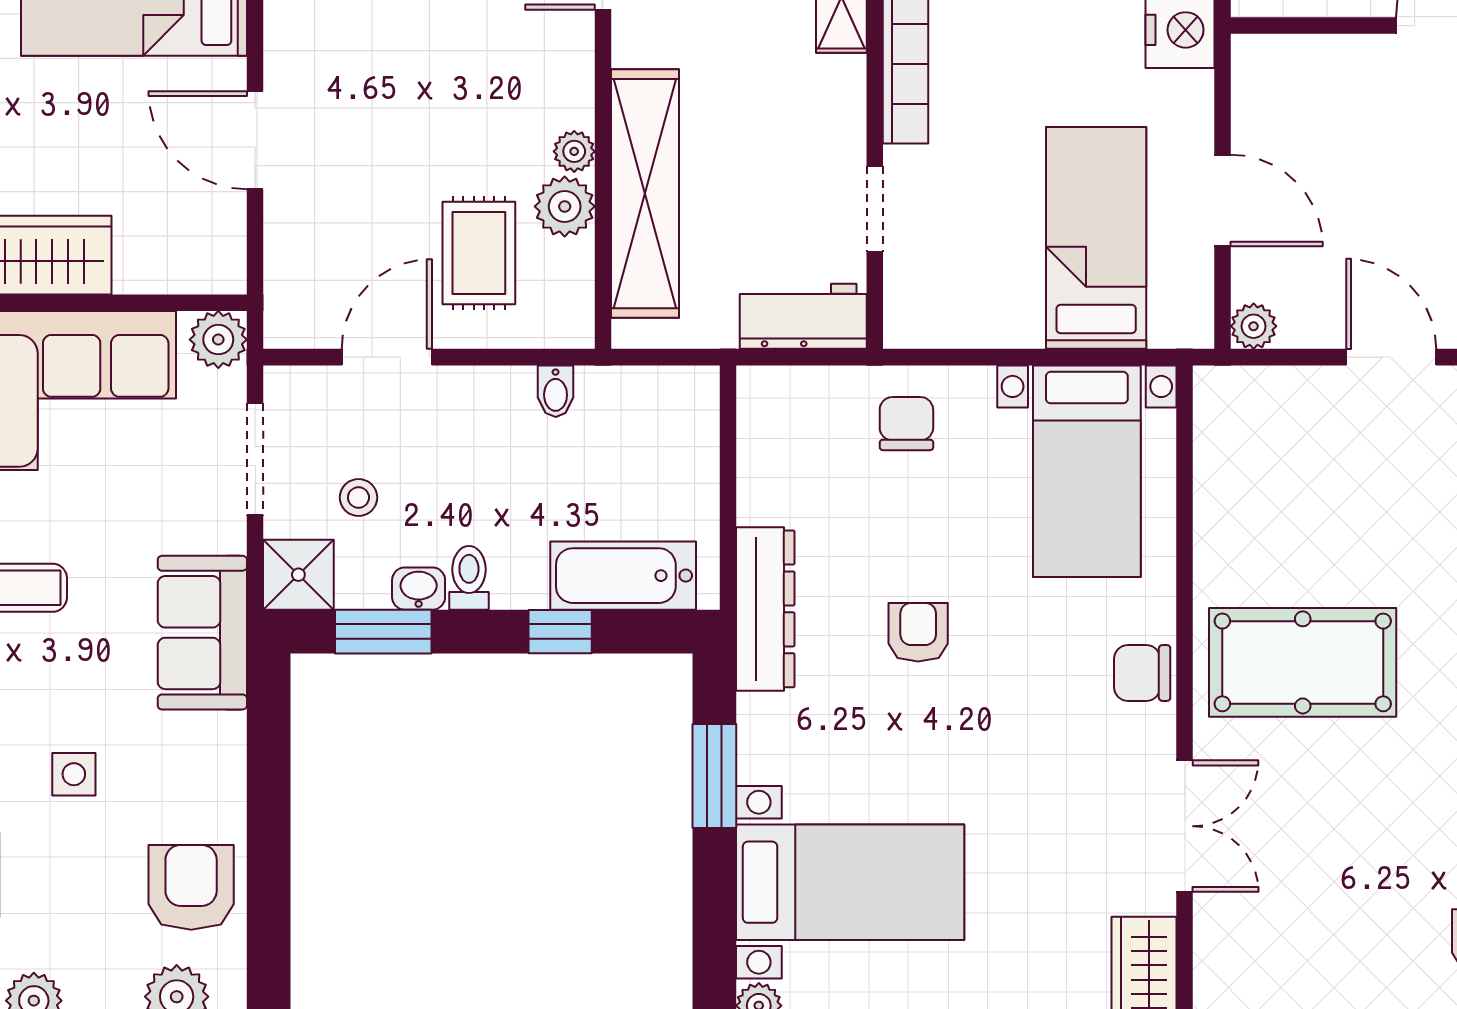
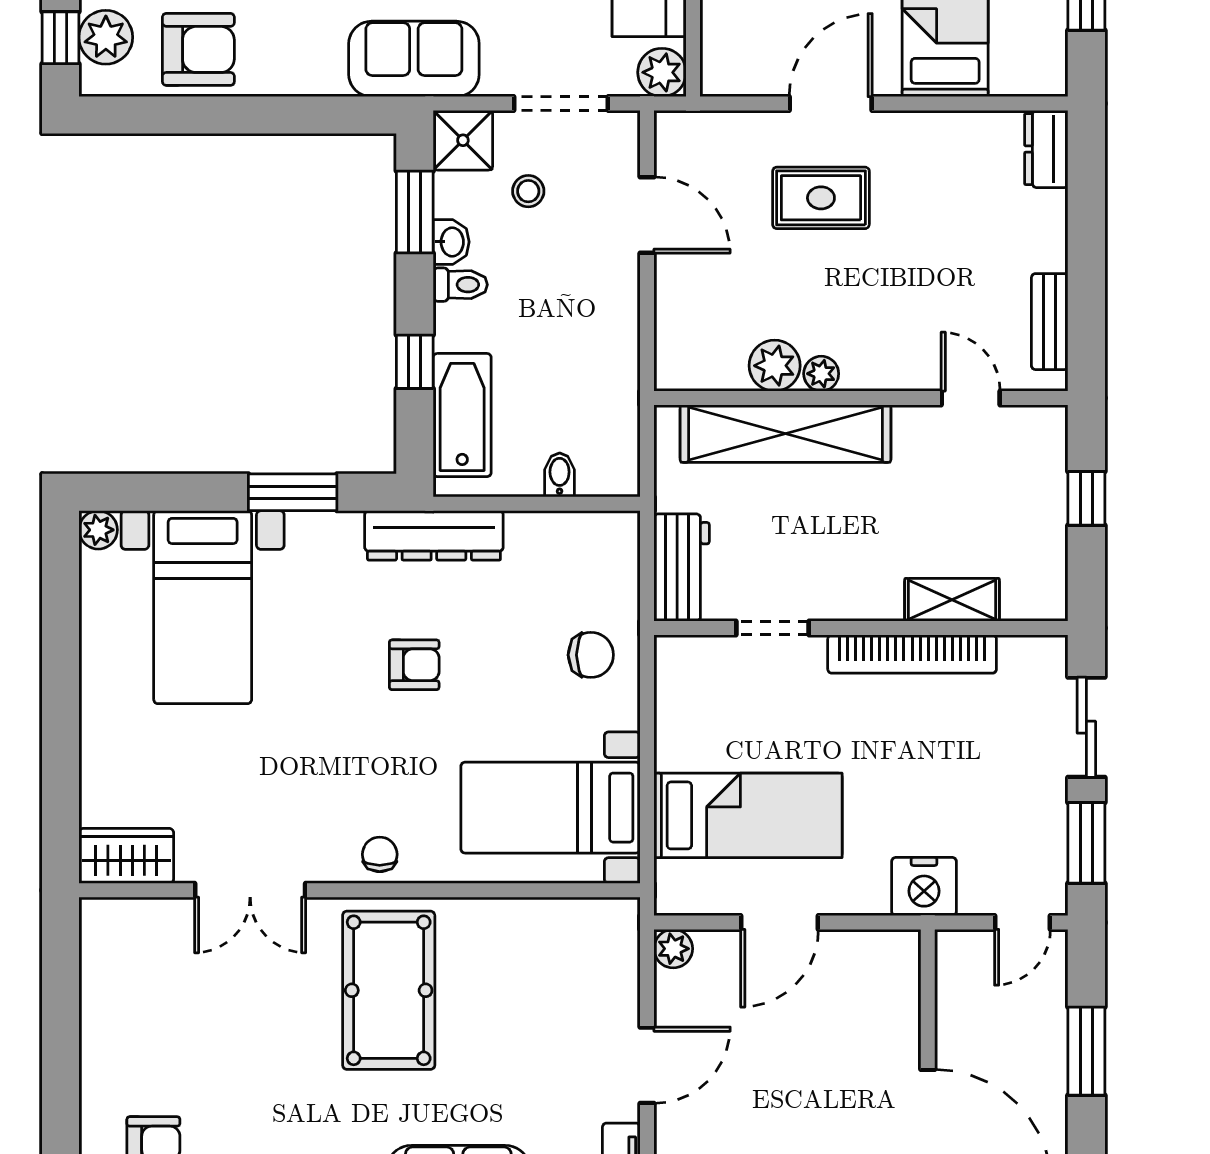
rug: (479, 253) -> (821, 198), moved
bidet: (556, 391) -> (560, 475), moved, turned 90
chair: (1142, 673) -> (380, 854), width x0.73, depth x0.73

